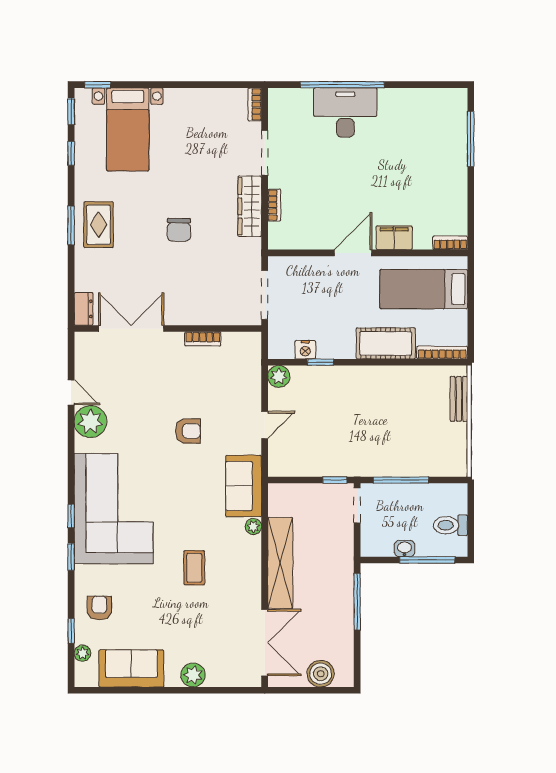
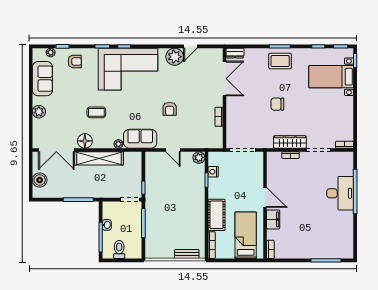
floor lamp: (248, 589) -> (85, 141), added

